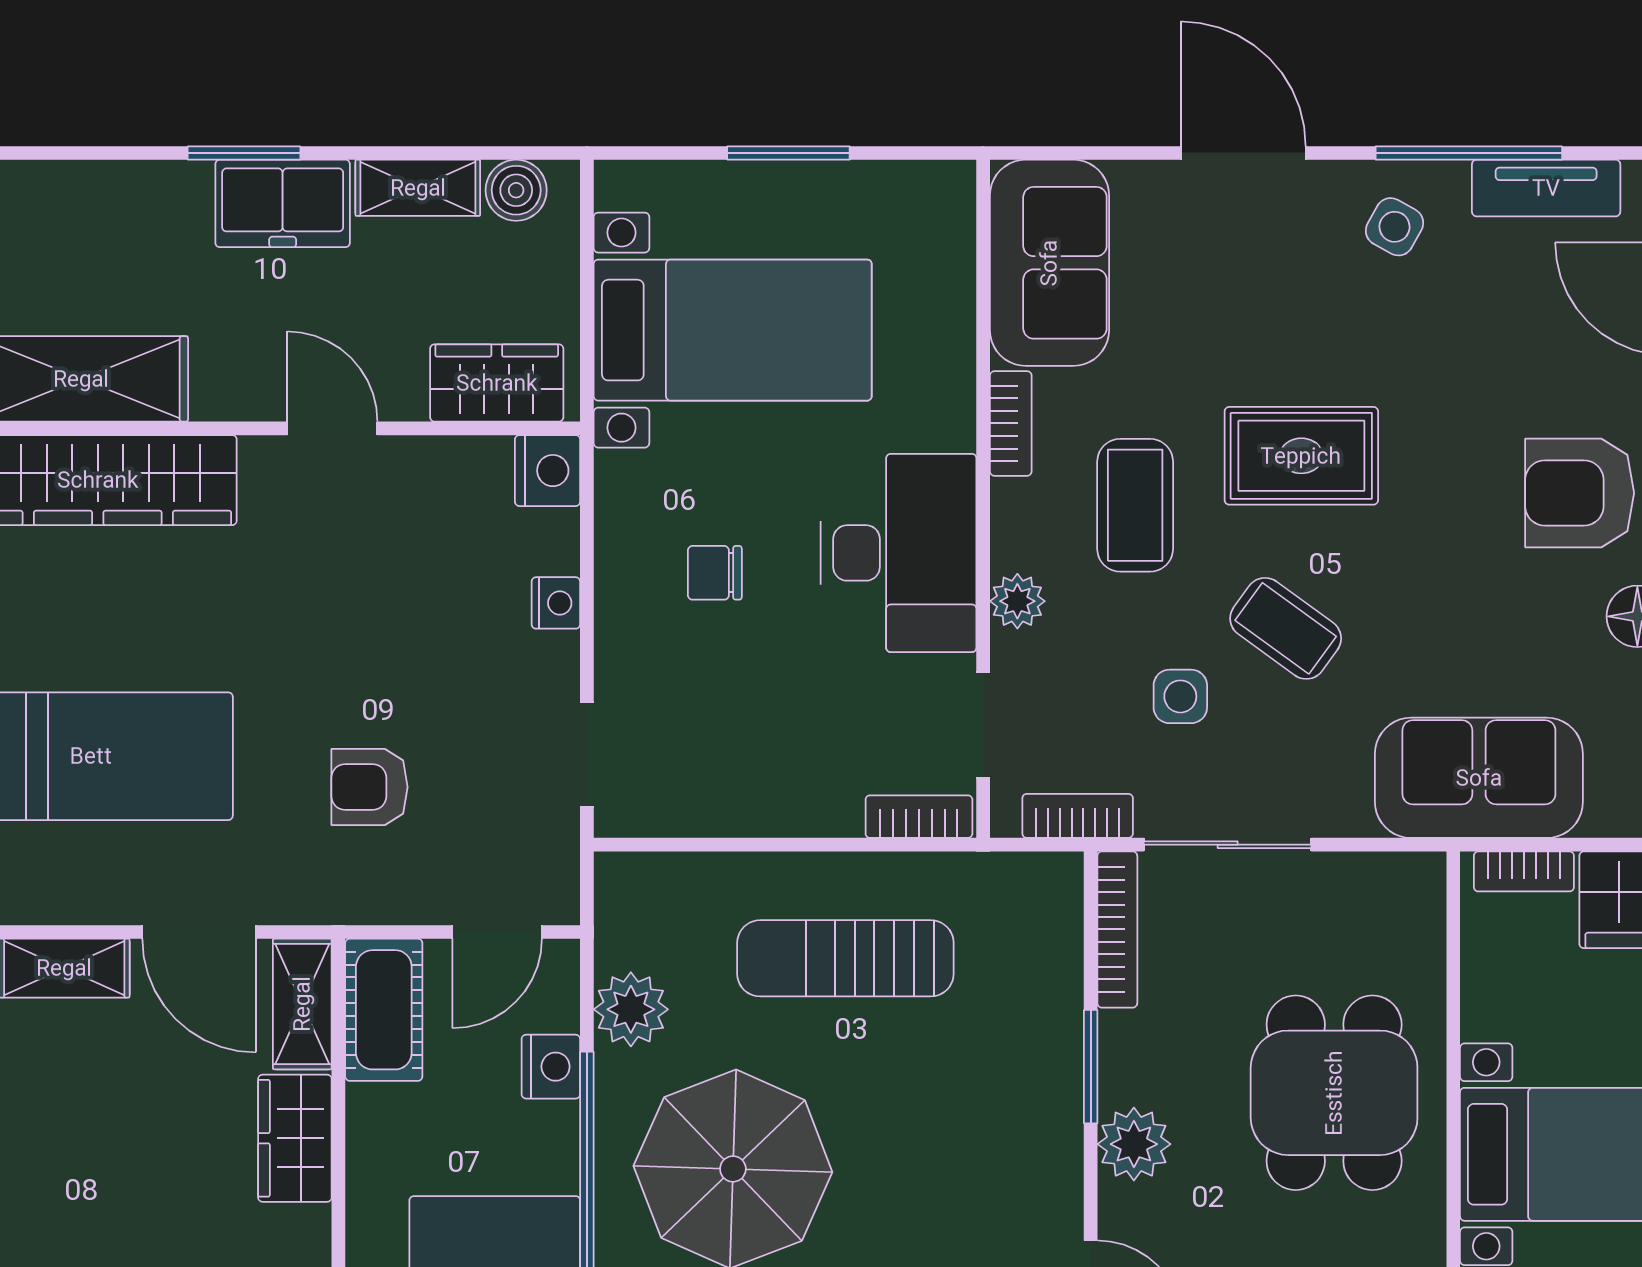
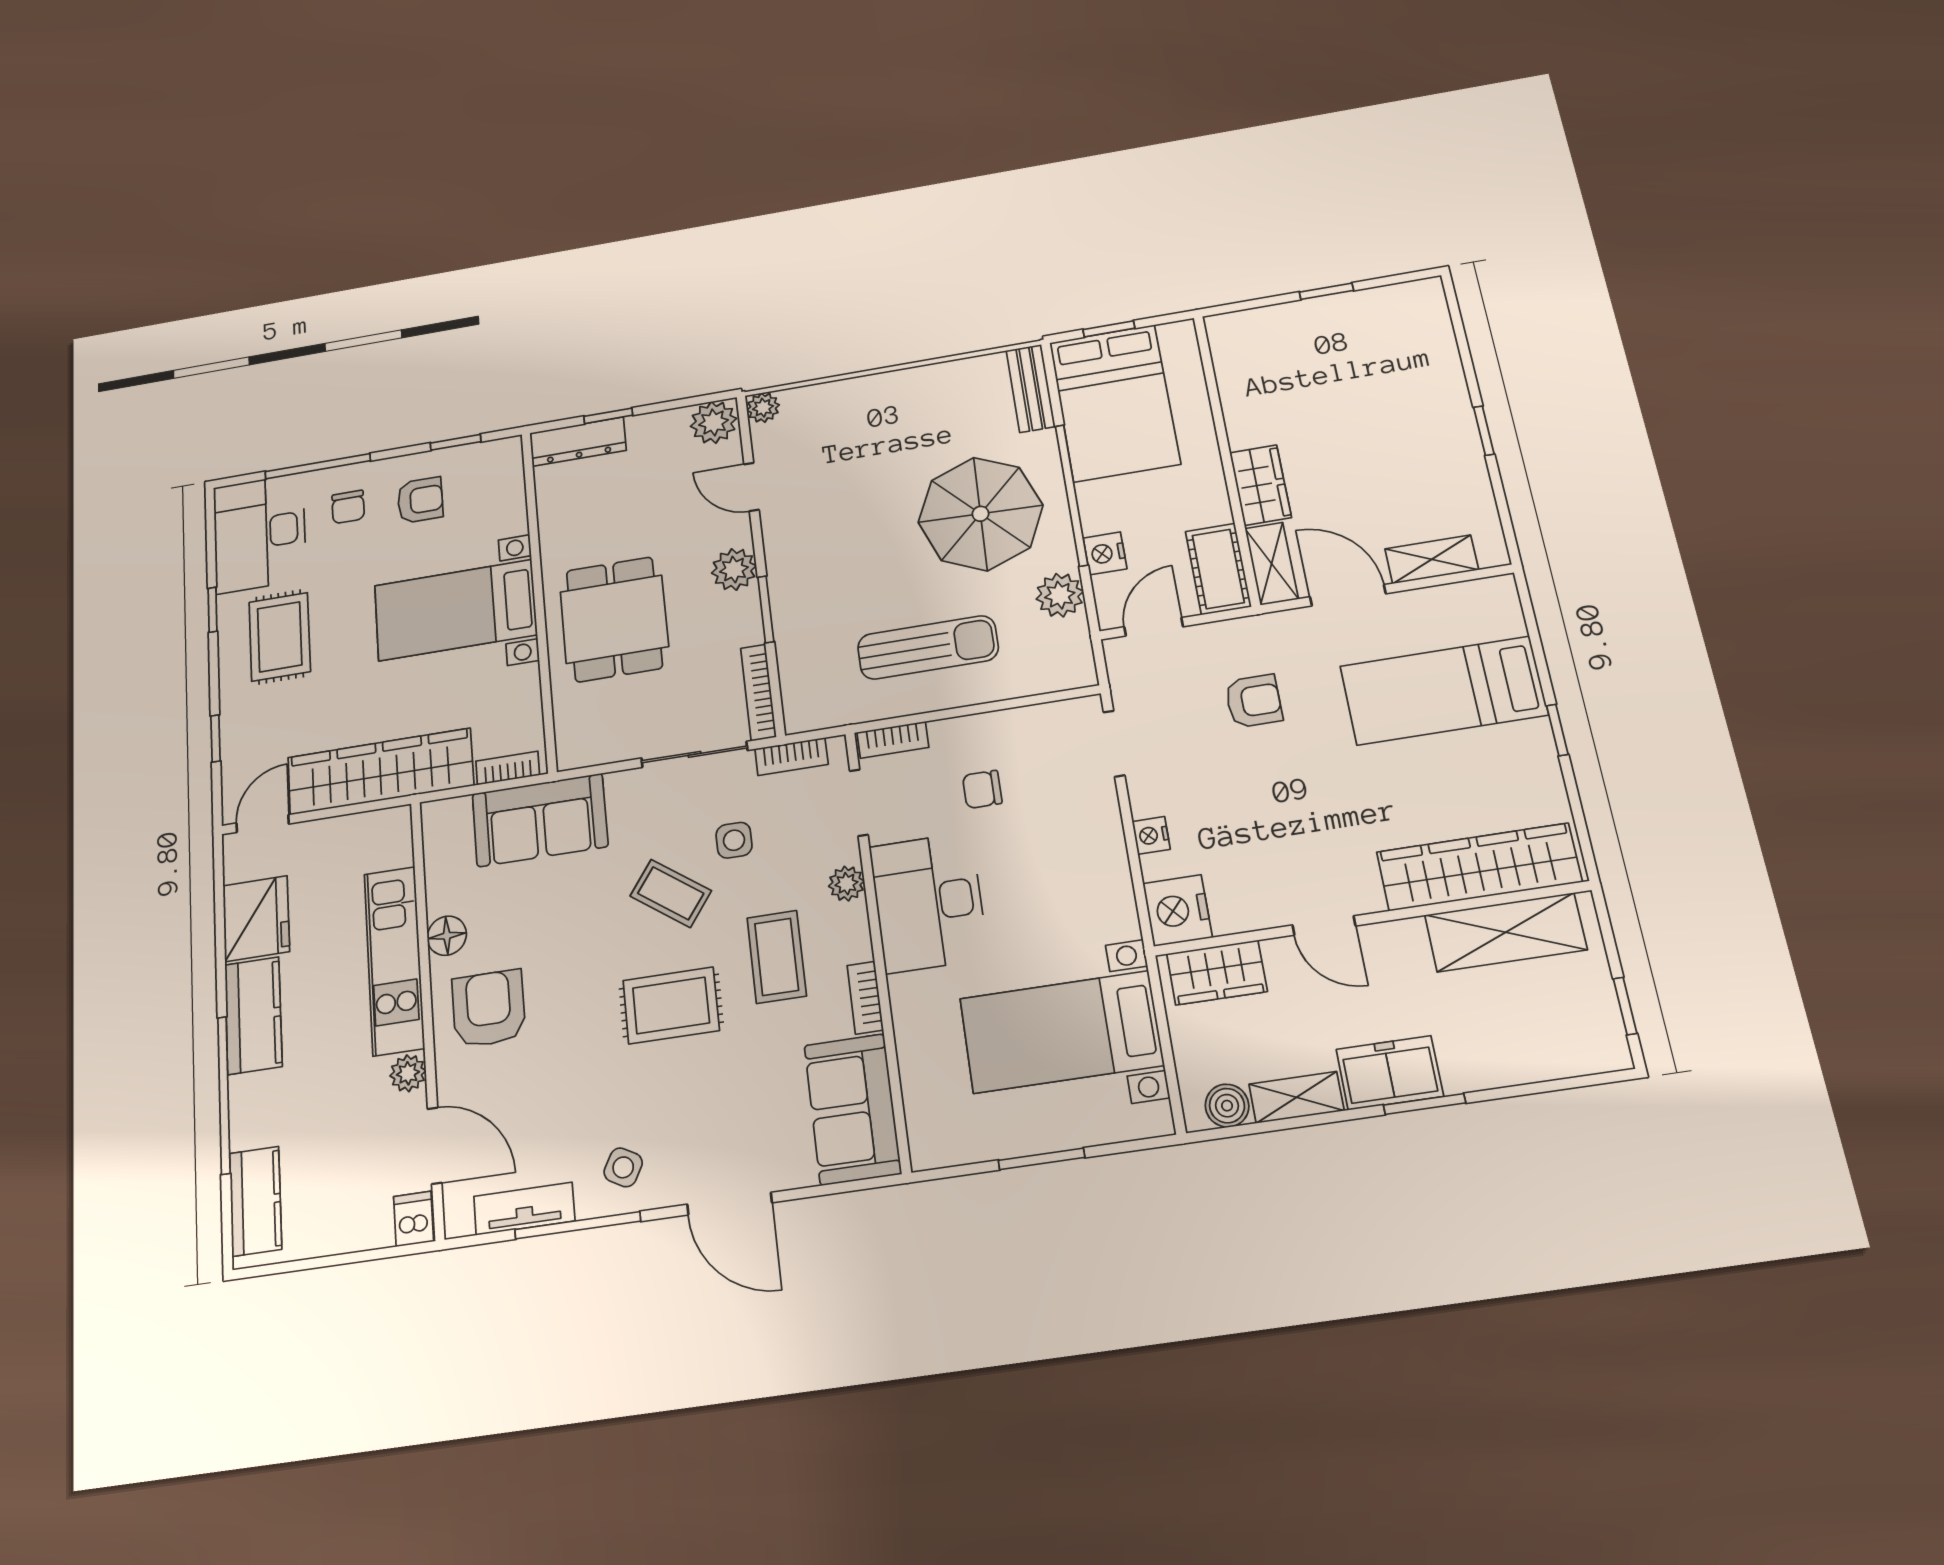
nightstand: (548, 471) -> (1178, 910), width x1.36, depth x1.33
armchair: (1580, 493) -> (489, 1009), turned -90
chair: (715, 573) -> (982, 789), moved, turned 180

